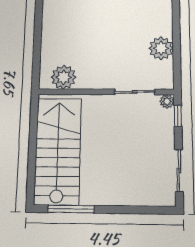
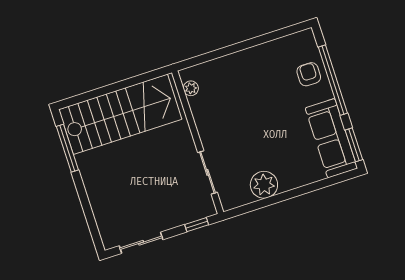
plant: (64, 77) -> (191, 88), width x0.53, depth x0.53
plant: (167, 101) -> (208, 209), removed

